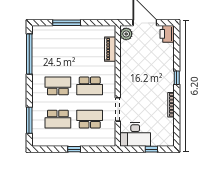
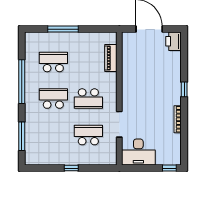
plant: (126, 34) -> (128, 41), removed
window: (29, 54) -> (22, 82), moved
school desk: (58, 119) -> (53, 62), moved, turned 180
window: (151, 149) -> (169, 168), moved

